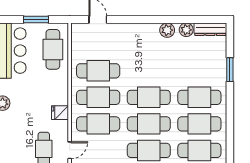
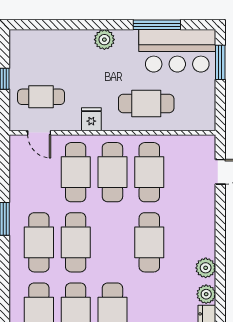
window: (36, 20) -> (220, 62), moved
cafe table: (53, 49) -> (146, 104), moved
cafe table: (149, 97) -> (149, 242), moved

